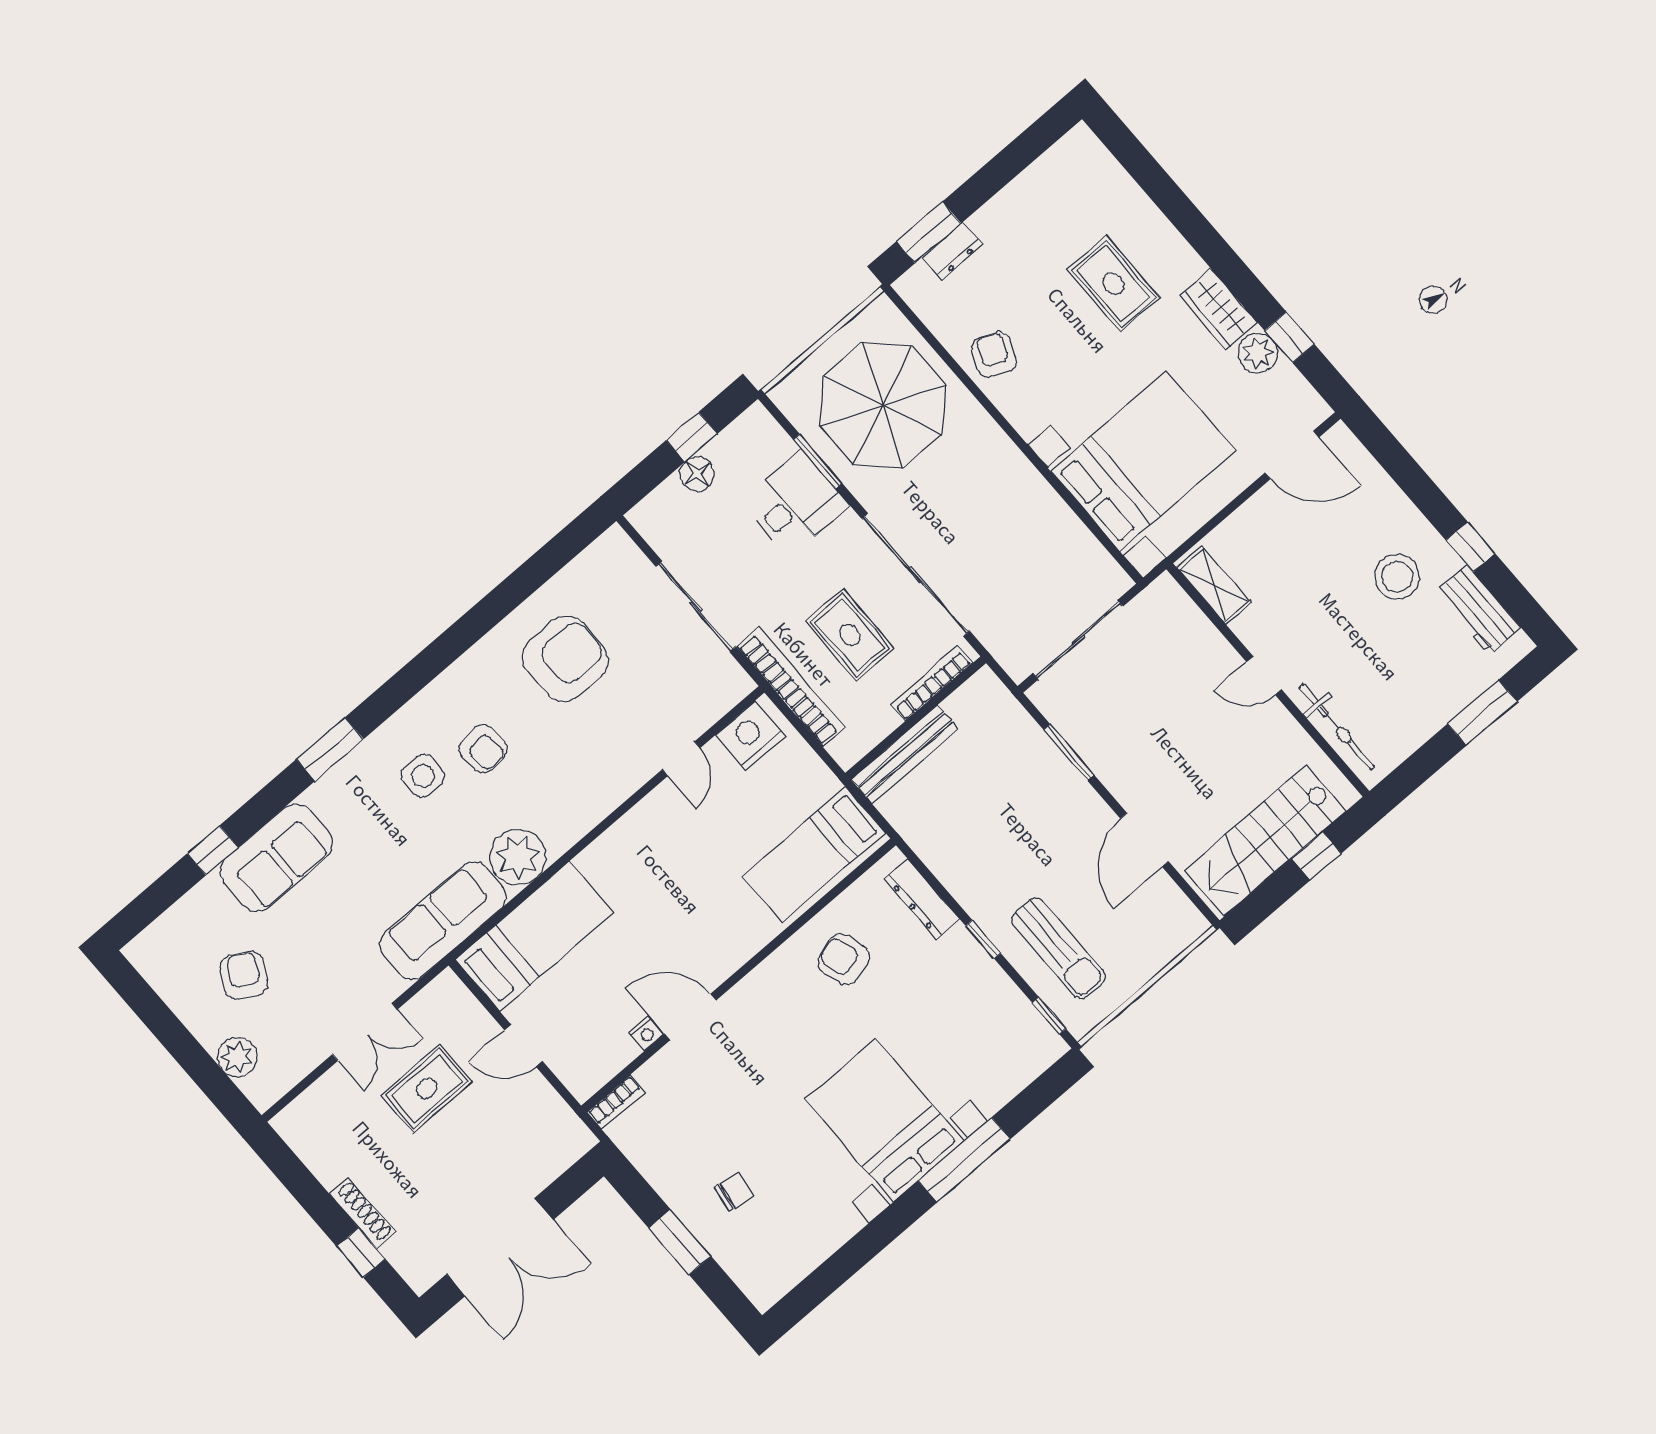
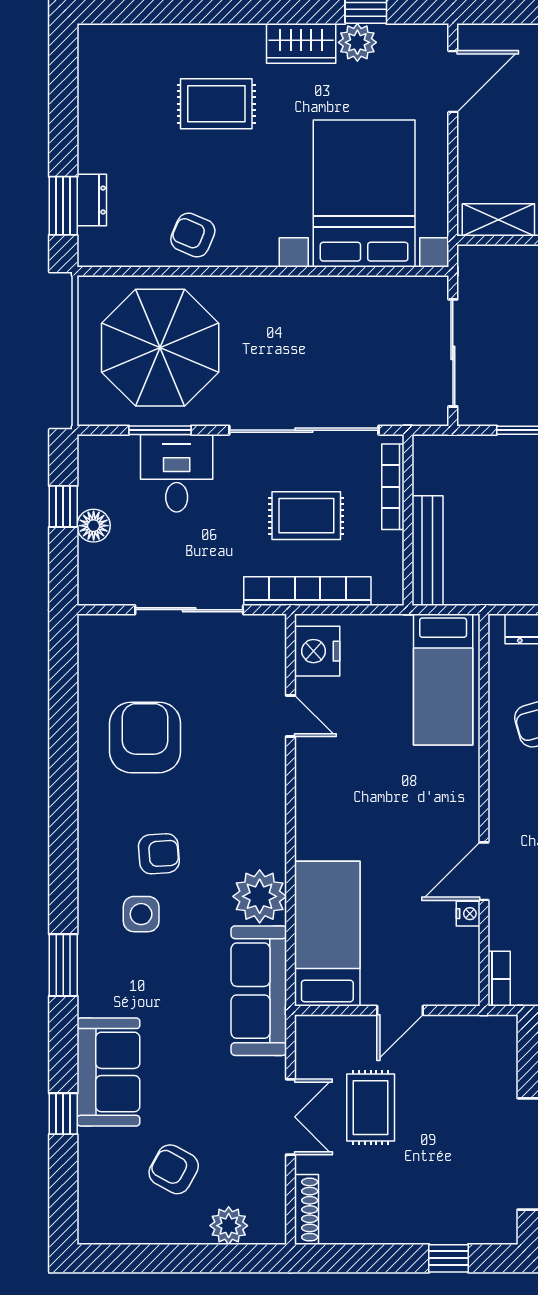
shoe rack: (362, 1213) -> (307, 1210), moved, turned 90

